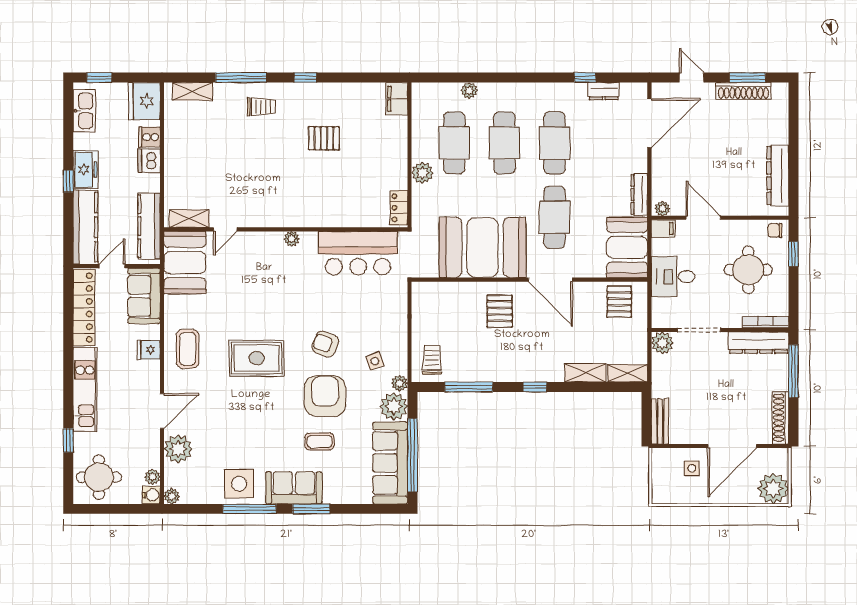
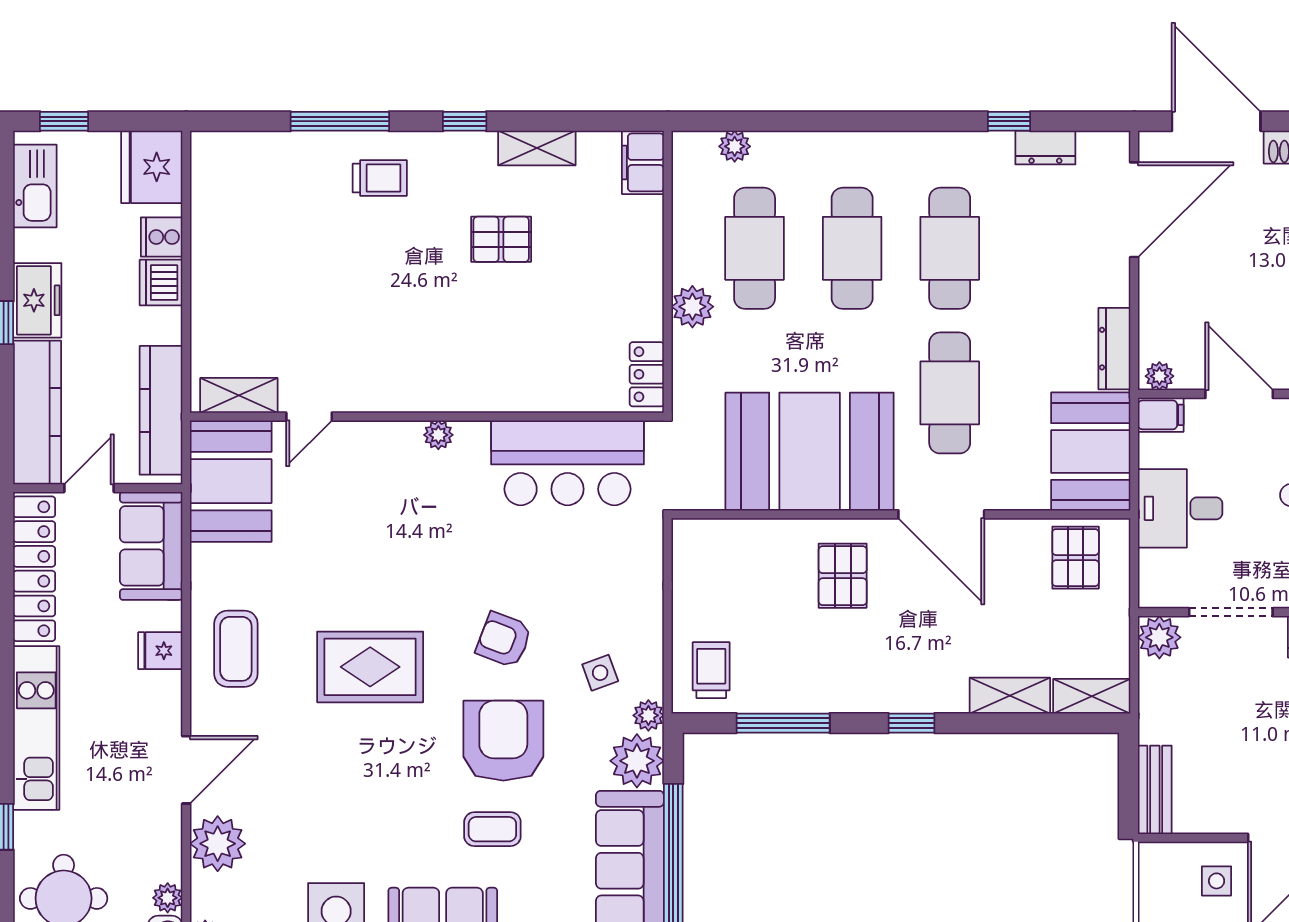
door: (692, 78) -> (1216, 121), width x1.88
plant: (469, 90) -> (735, 146), moved
shelving: (193, 91) -> (537, 148), moved

